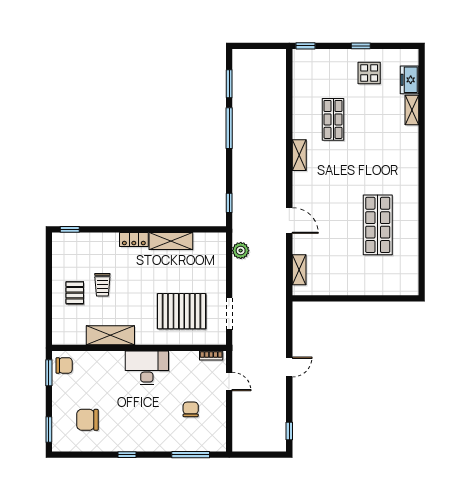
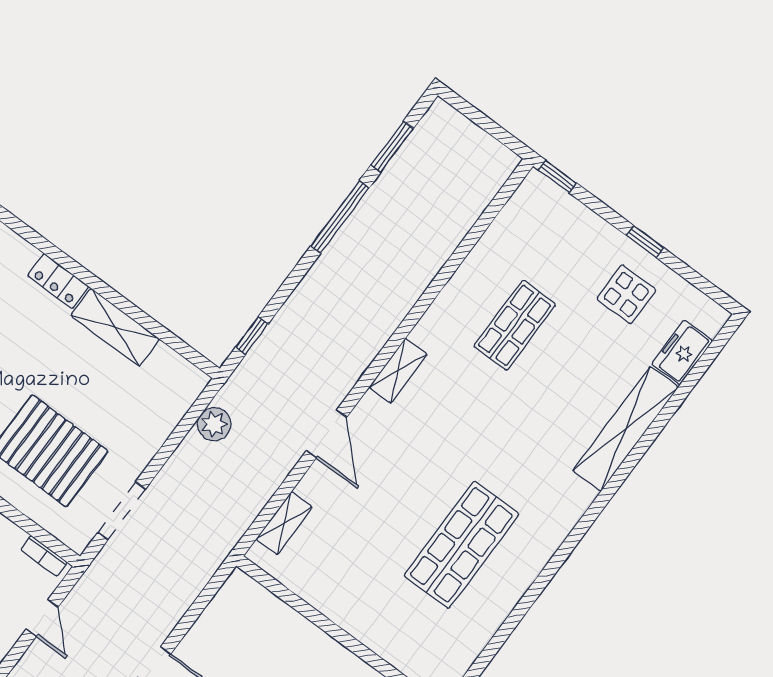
shelving: (412, 110) -> (626, 429), width x2.20, depth x1.33
shelving: (299, 155) -> (398, 371), moved

